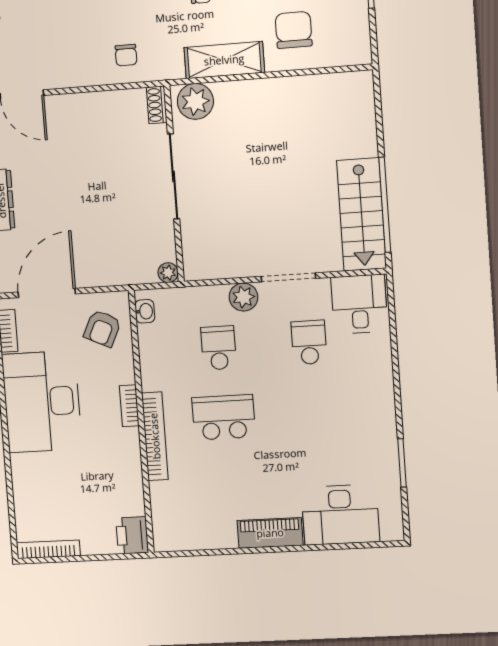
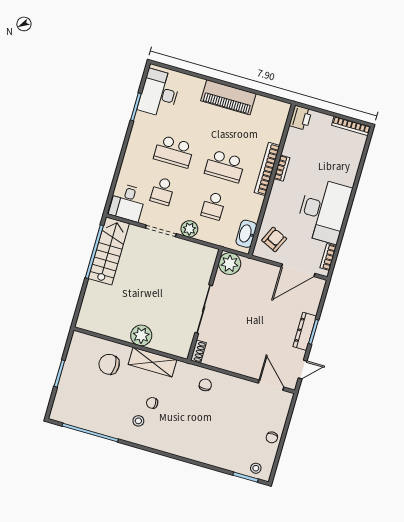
chair: (294, 30) -> (109, 364), turned 90
plant: (195, 101) -> (141, 335), moved
plant: (168, 273) -> (230, 264), width x1.87, depth x1.87
washbasin: (145, 311) -> (246, 234), width x1.91, depth x1.45
bookcase: (129, 406) -> (282, 168), moved
school desk: (314, 412) -> (174, 152), added
desk: (340, 515) -> (159, 93), moved, turned -90
piano: (270, 533) -> (228, 97), width x1.37, depth x1.33

